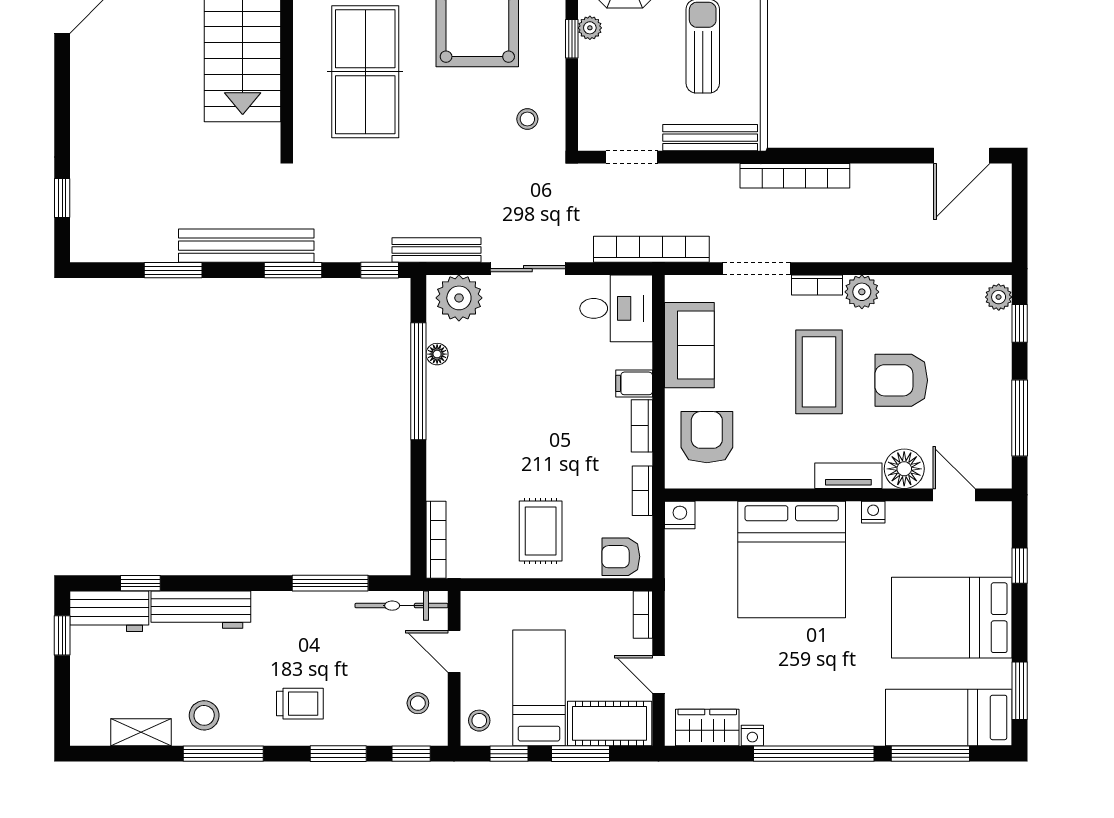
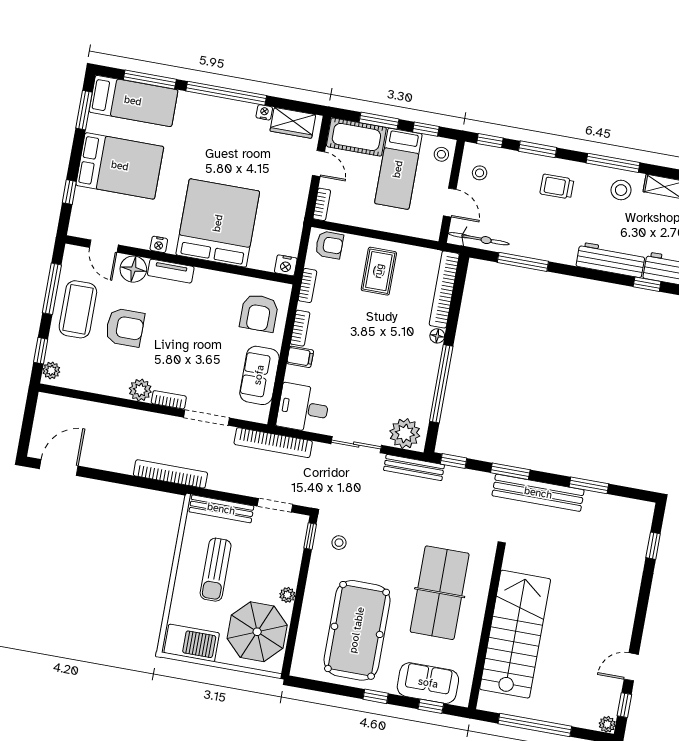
window: (572, 39) -> (310, 536), moved
floor lamp: (437, 354) -> (437, 336), moved
coffee table: (819, 372) -> (78, 309), moved
bookcase: (436, 540) -> (444, 289), width x1.48, depth x1.31

